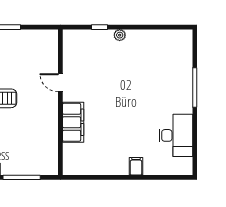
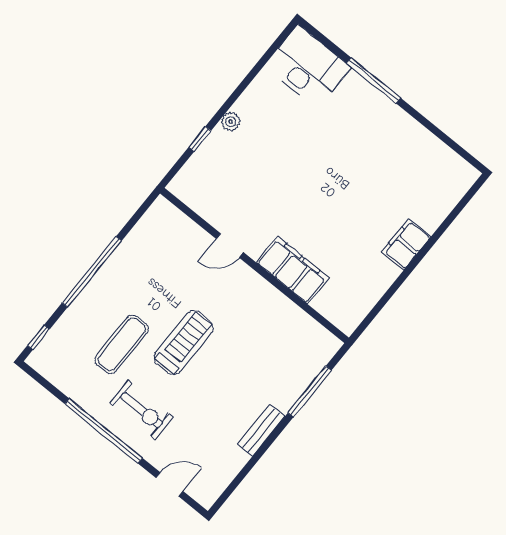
desk: (176, 135) -> (308, 66), moved
filing cabinet: (136, 166) -> (406, 244), width x2.00

